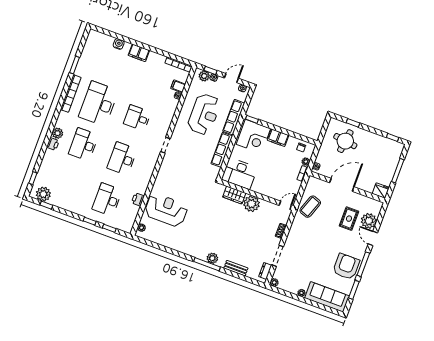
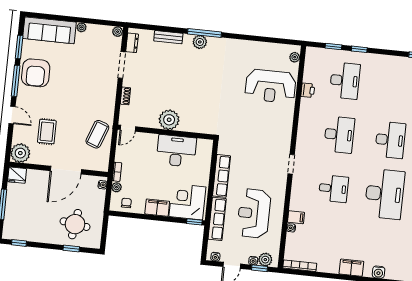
filing cabinet: (178, 86) -> (296, 217), moved
desk: (239, 174) -> (176, 151), moved
wardrobe: (234, 195) -> (193, 125), removed
plant: (369, 221) -> (20, 153), moved

